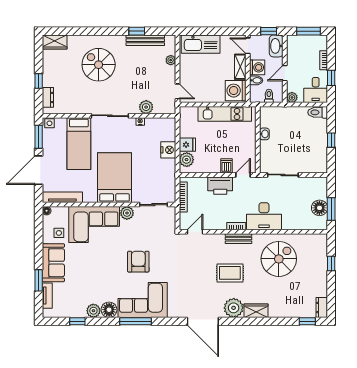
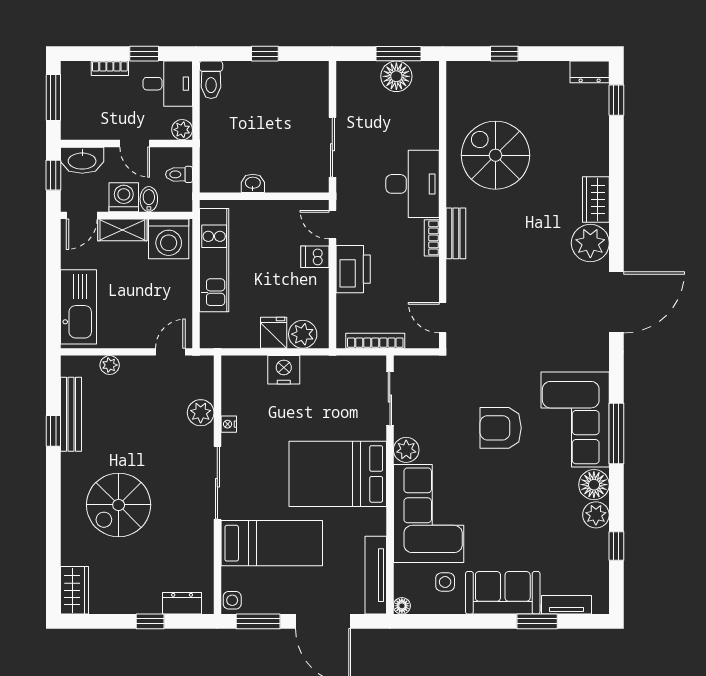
rug: (230, 273) -> (523, 250), removed

